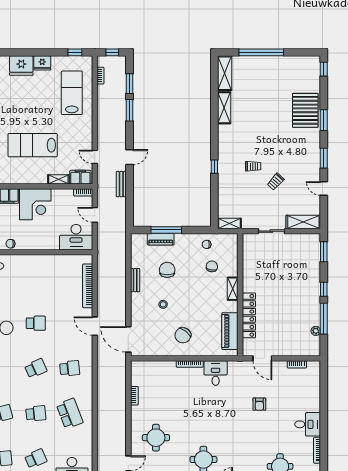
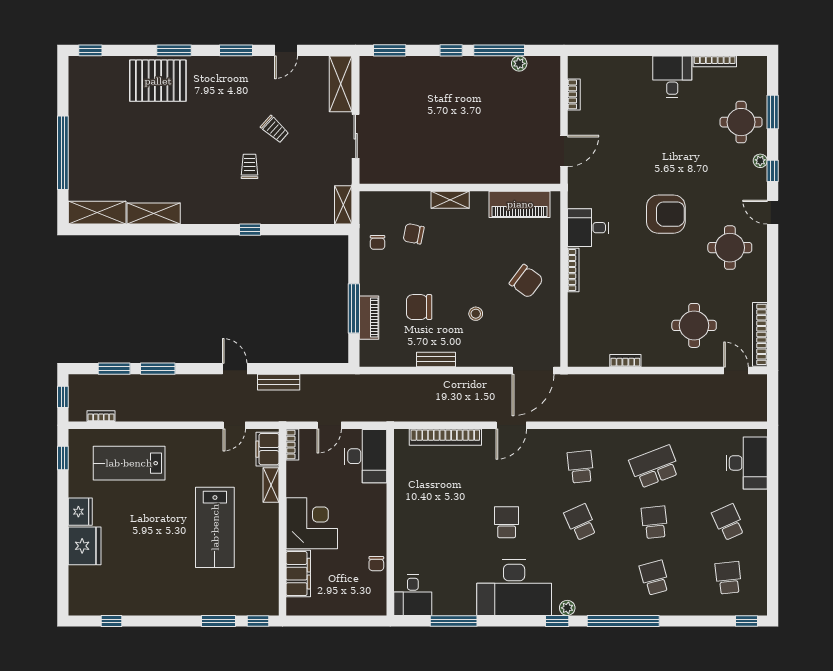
locker: (249, 315) -> (494, 173), removed
armchair: (259, 404) -> (666, 214), moved, width x1.88, depth x1.88

